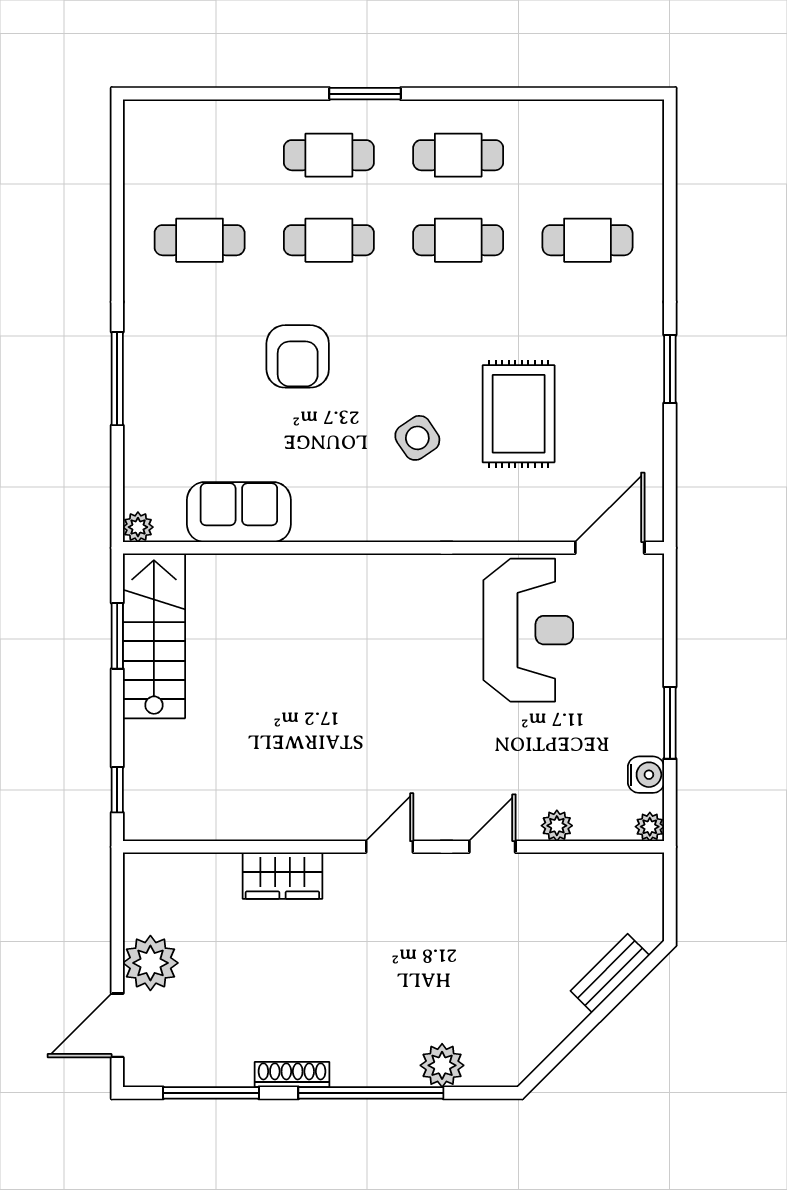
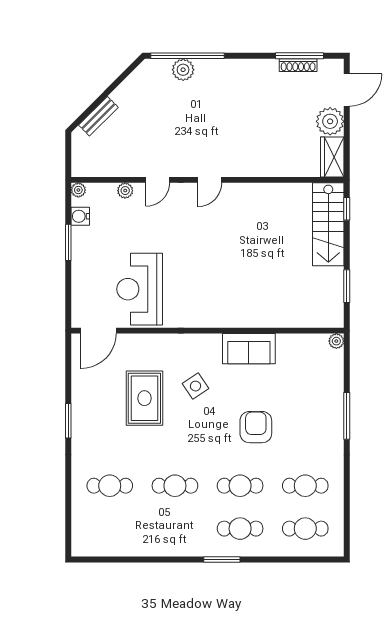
cafe table: (458, 155) -> (305, 529), moved
sofa: (239, 512) -> (249, 349), moved
stairs: (154, 636) -> (328, 224), moved
wardrobe: (282, 876) -> (332, 157), moved, turned -90
shoe rack: (292, 1074) -> (298, 65), moved
window: (371, 1093) -> (187, 56), moved

